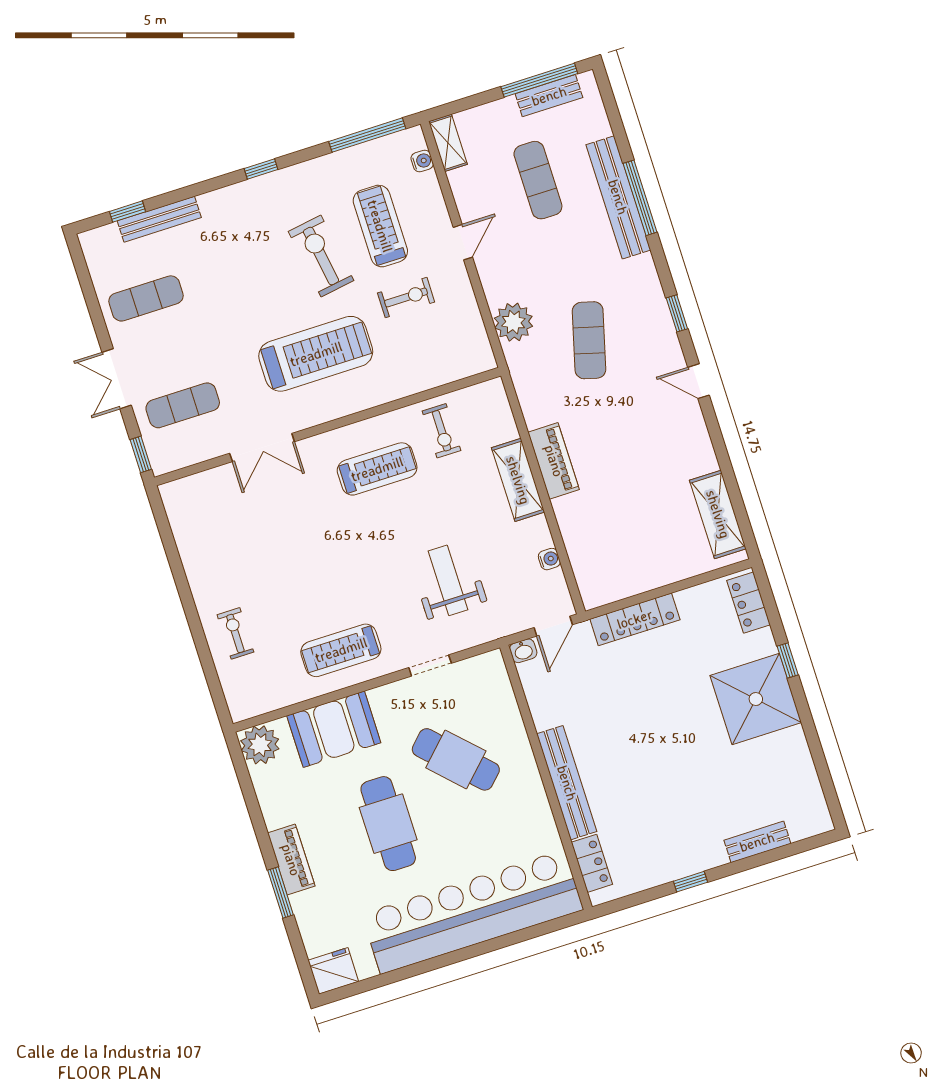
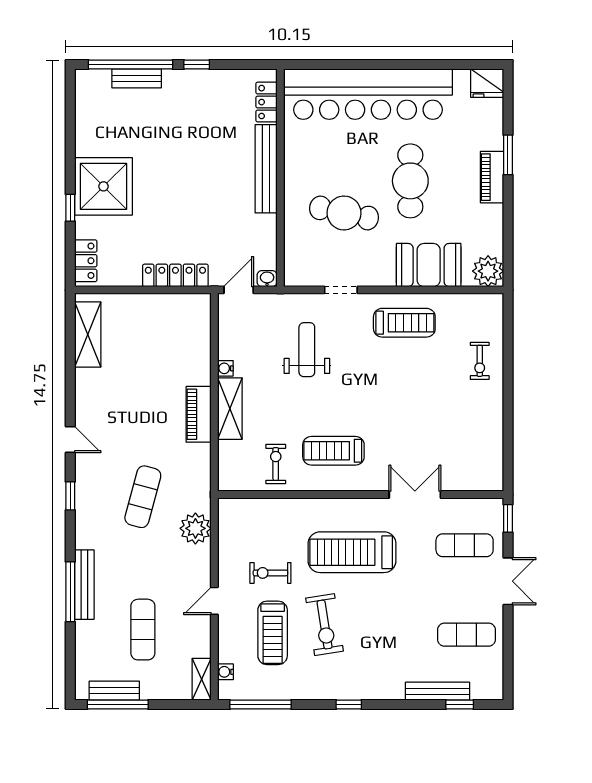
bench: (618, 197) -> (84, 585), width x0.73, depth x0.82
water cooler: (549, 559) -> (225, 368), moved
weight bench: (448, 580) -> (307, 350), turned 180
cafe table: (456, 759) -> (344, 213), turned -33
window: (770, 856) -> (131, 64), added

